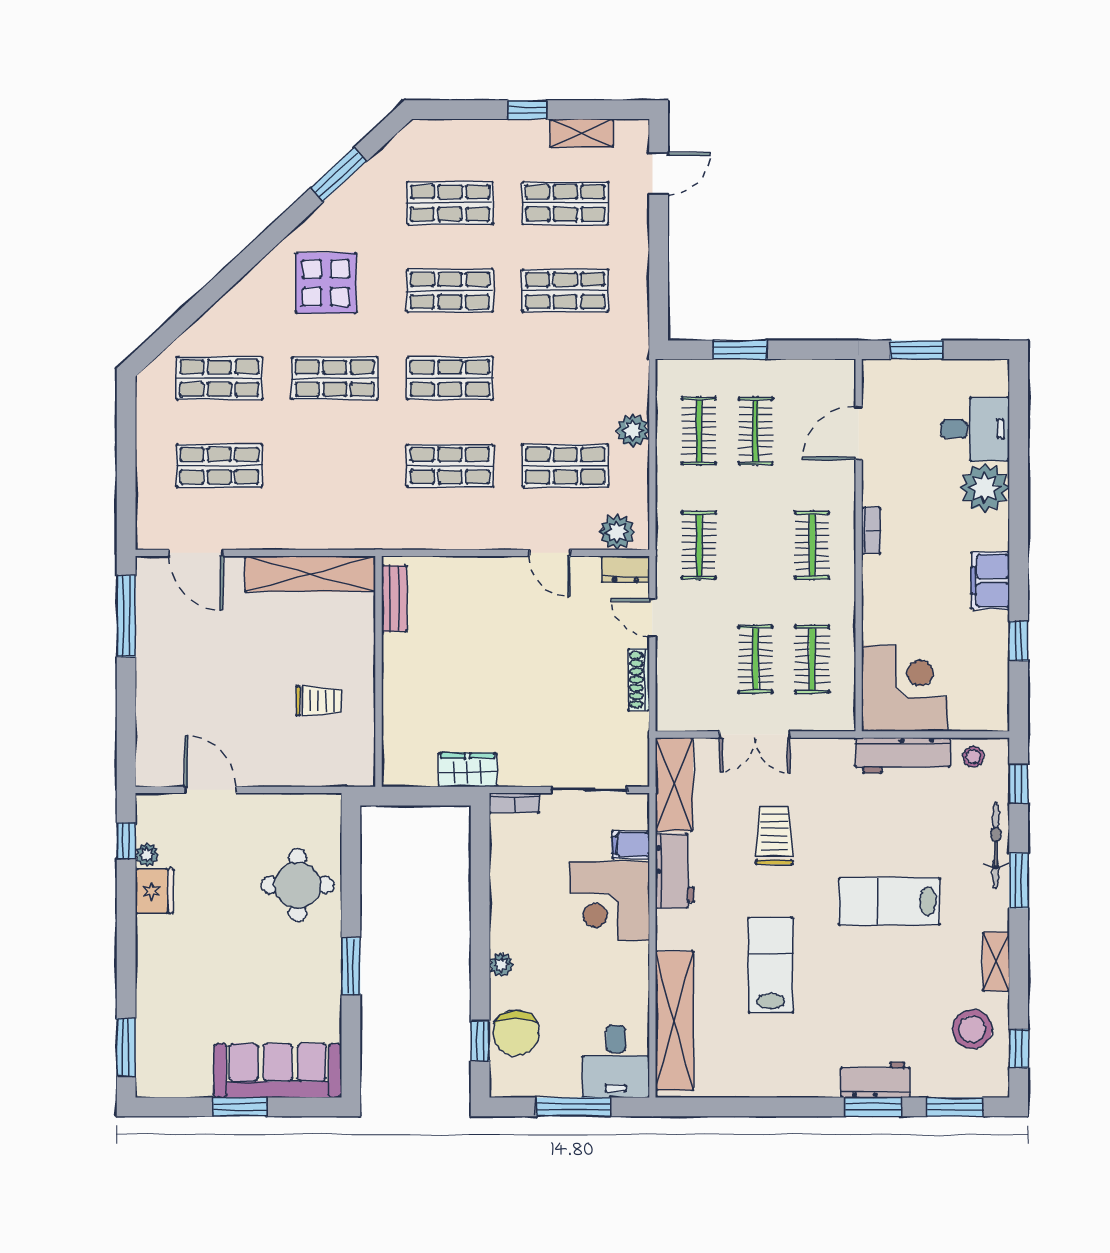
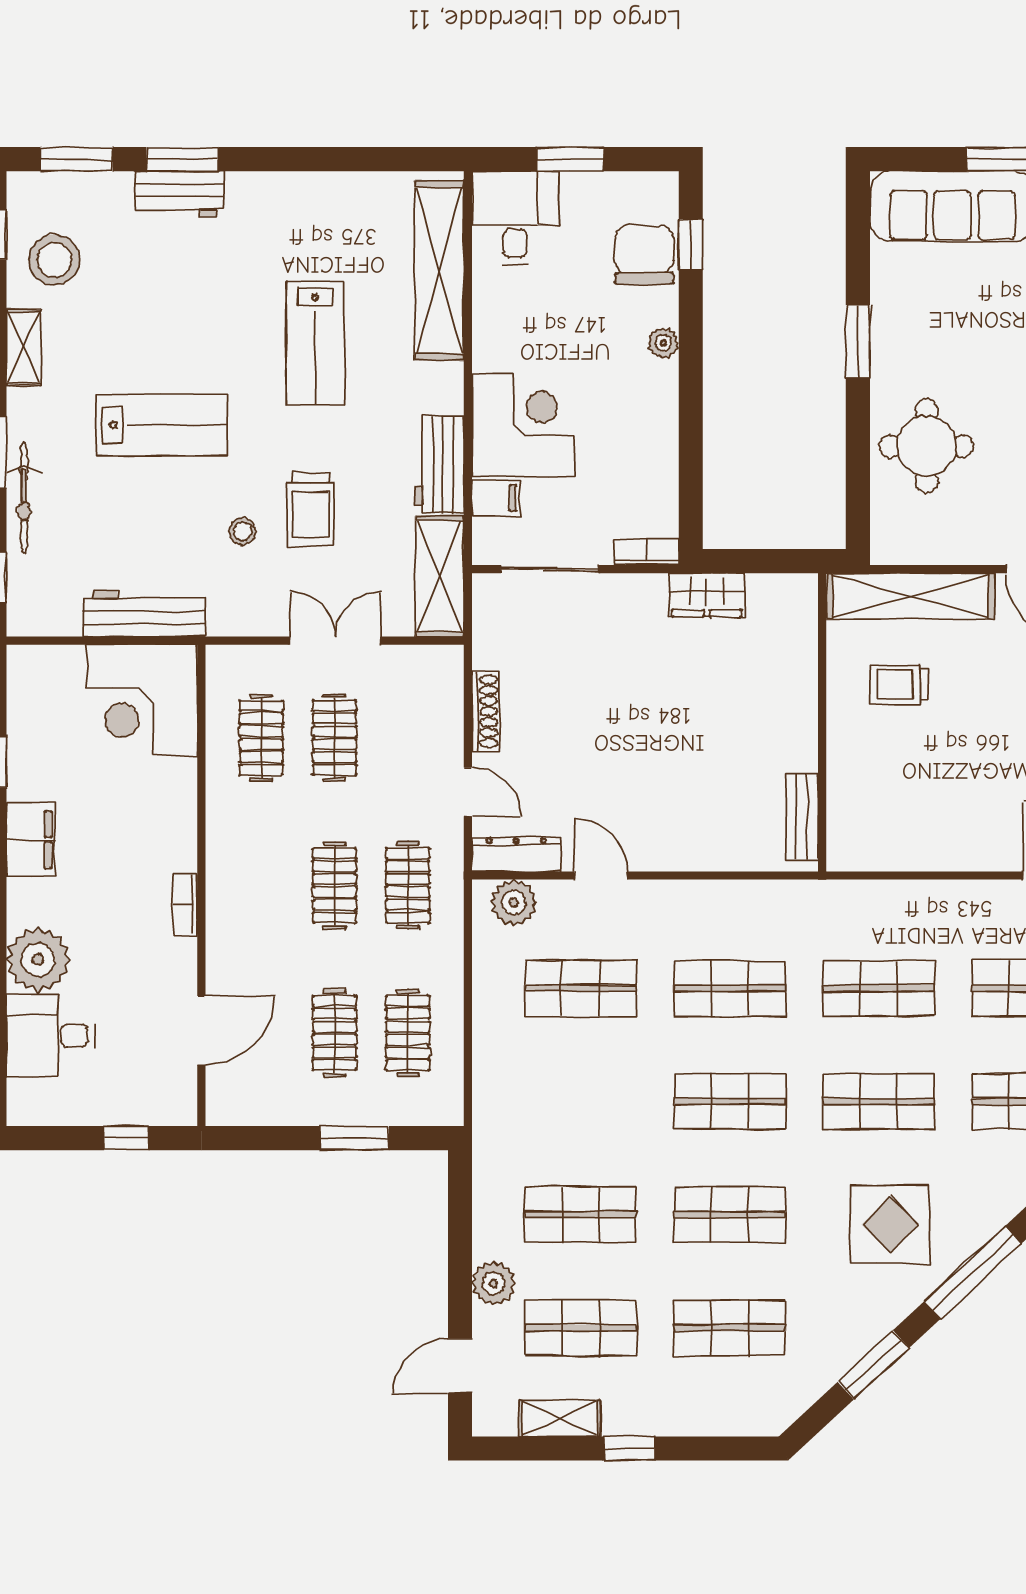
window: (262, 246) -> (973, 1272), added
window: (916, 350) -> (126, 1138), width x0.67
plant: (633, 430) -> (493, 1283), moved
shop shelf: (335, 466) -> (879, 988), added
clothes rail: (812, 545) -> (335, 885), moved
dresser: (626, 569) -> (516, 854), width x1.44
shelving: (310, 574) -> (910, 596), moved
stool: (973, 757) -> (243, 531), moved
window: (573, 1107) -> (570, 159), width x0.69

